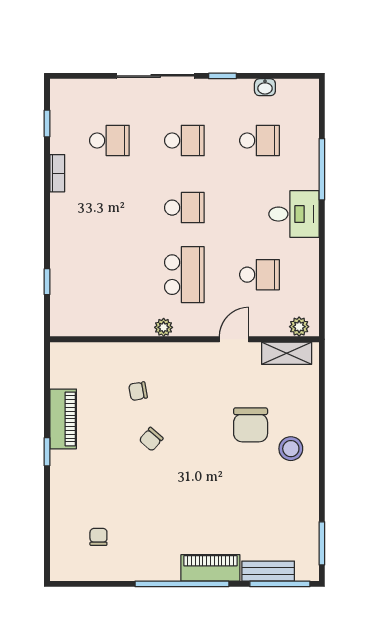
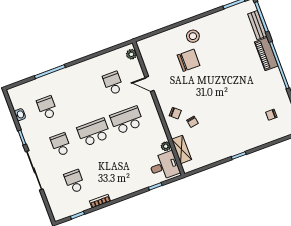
school desk: (184, 208) -> (94, 132), width x1.85
desk: (294, 214) -> (164, 166), moved, turned 90
plant: (164, 327) -> (166, 146), moved
shelving: (287, 353) -> (182, 149), moved
piano: (63, 419) -> (220, 154), removed
chair: (151, 439) -> (175, 113), moved

